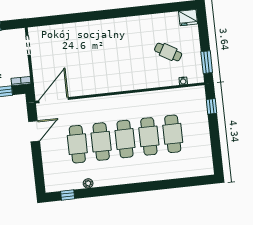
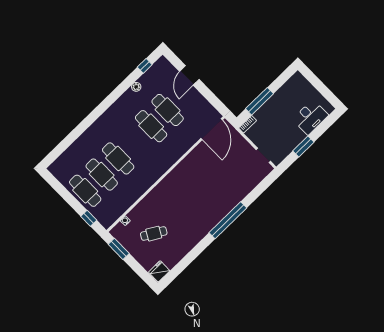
window: (99, 15) -> (228, 220), added
door: (34, 131) -> (189, 75), moved
cafe table: (125, 139) -> (85, 191), moved

